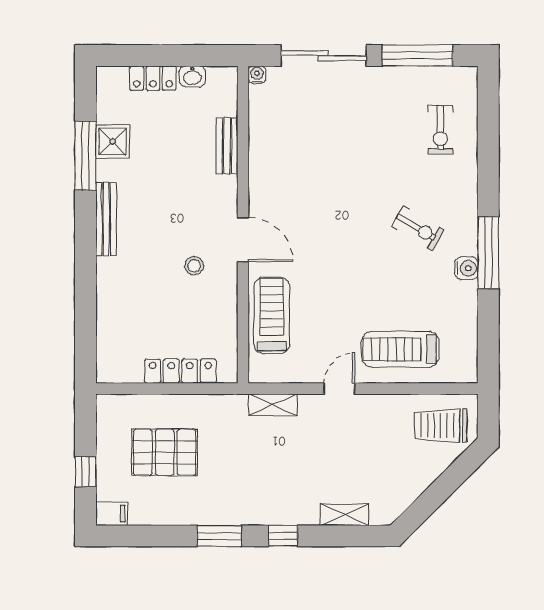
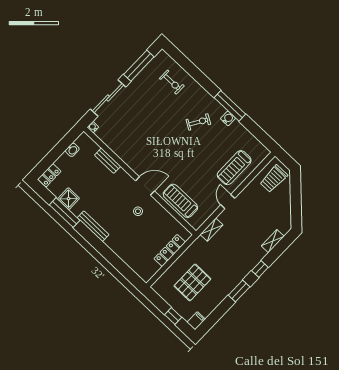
locker: (153, 78) -> (49, 175), moved

